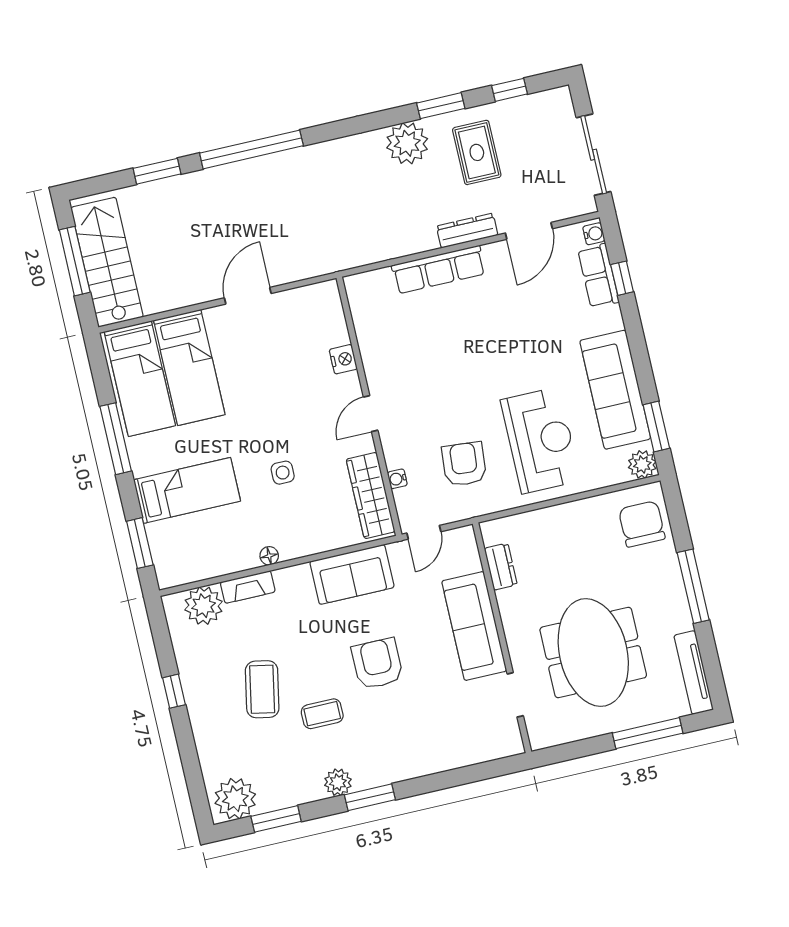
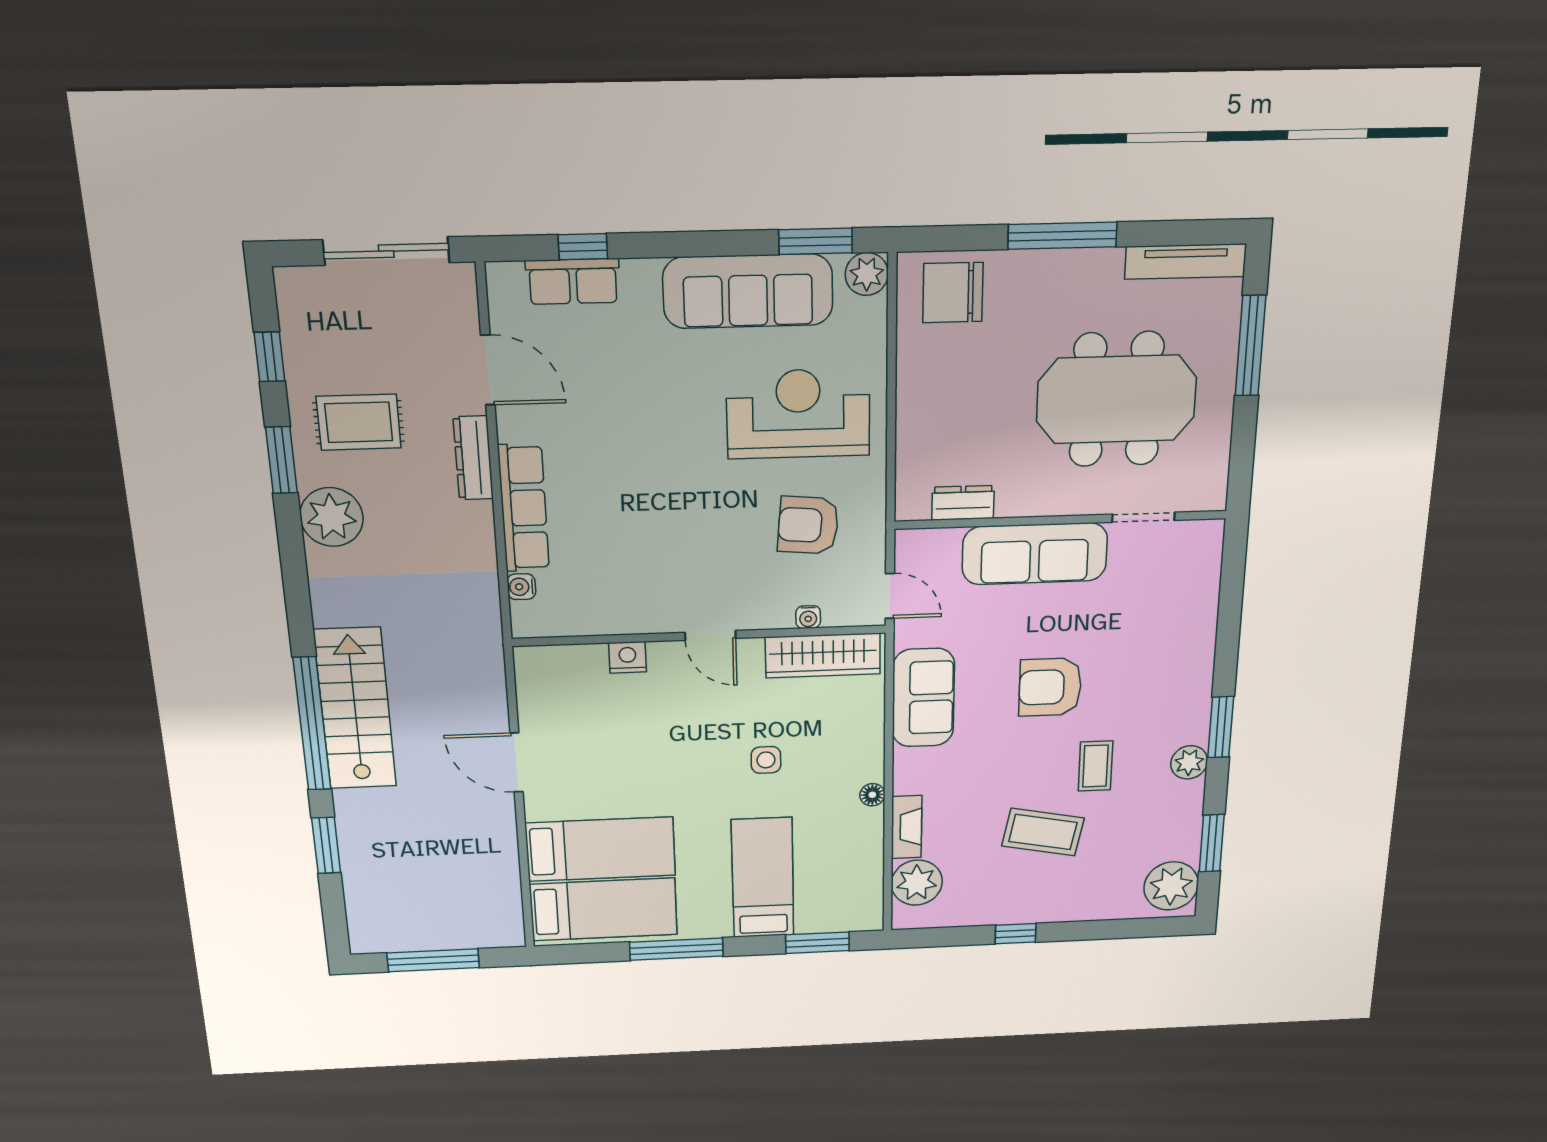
water cooler: (594, 234) -> (521, 587), moved, turned -90
stairs: (107, 262) -> (355, 709), moved, turned 90

